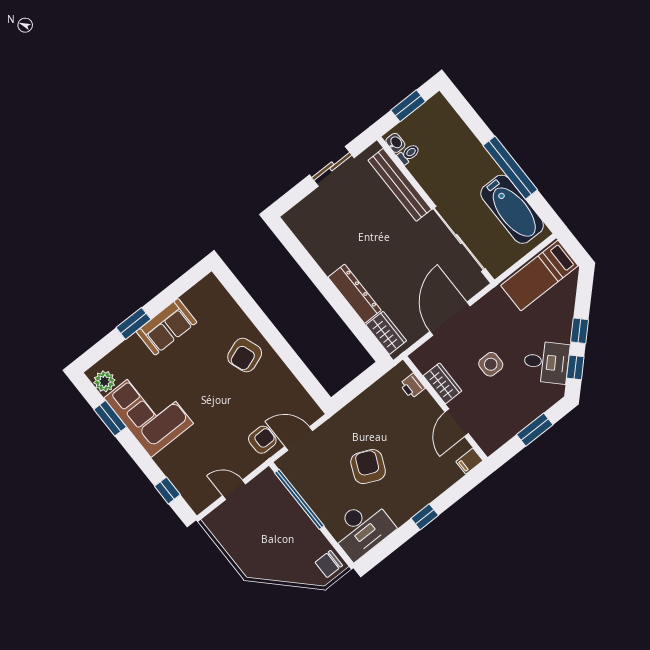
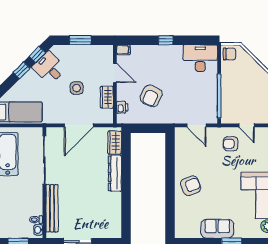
door: (457, 423) -> (115, 73), hinge flipped
armchair: (262, 440) -> (231, 144), moved
armchair: (368, 467) -> (151, 96), moved

